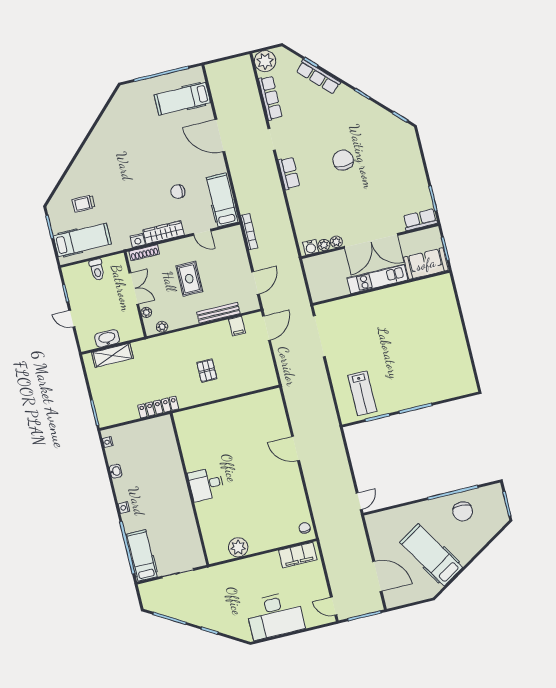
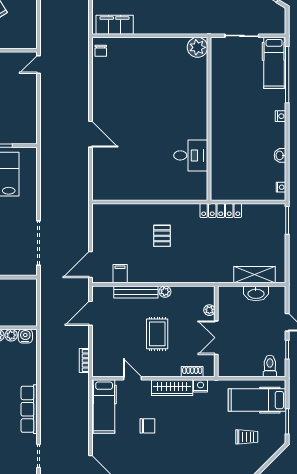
row of seats: (289, 173) -> (29, 409), width x1.48
bookcase: (249, 232) -> (84, 360), width x0.64
shoe rack: (144, 253) -> (192, 372), width x0.70
toilet: (97, 270) -> (270, 366), moved
plant: (162, 327) -> (165, 292), moved
desk: (206, 484) -> (191, 155), moved
plant: (238, 547) -> (197, 47), moved

